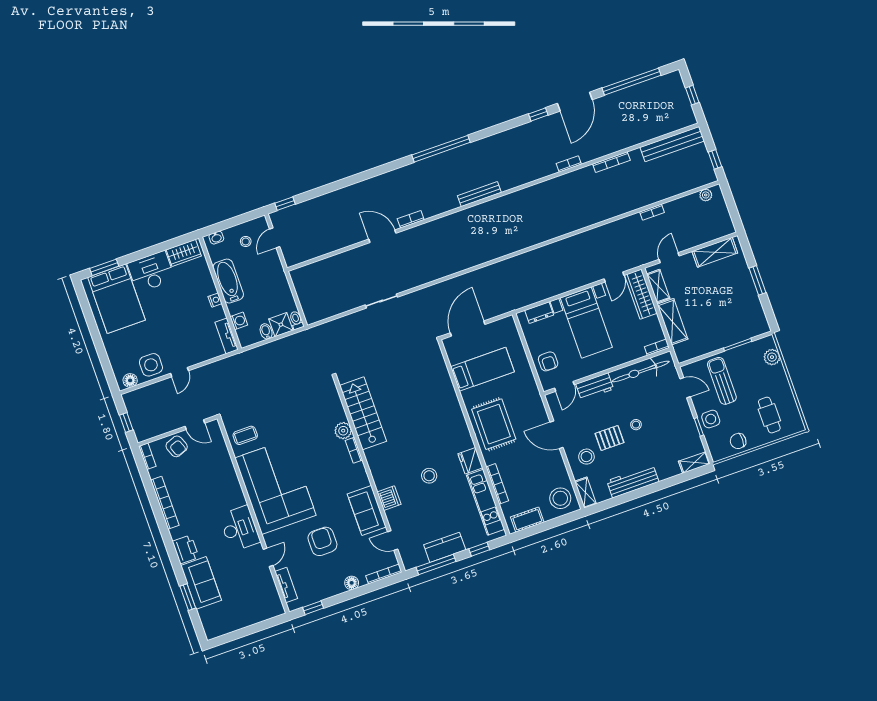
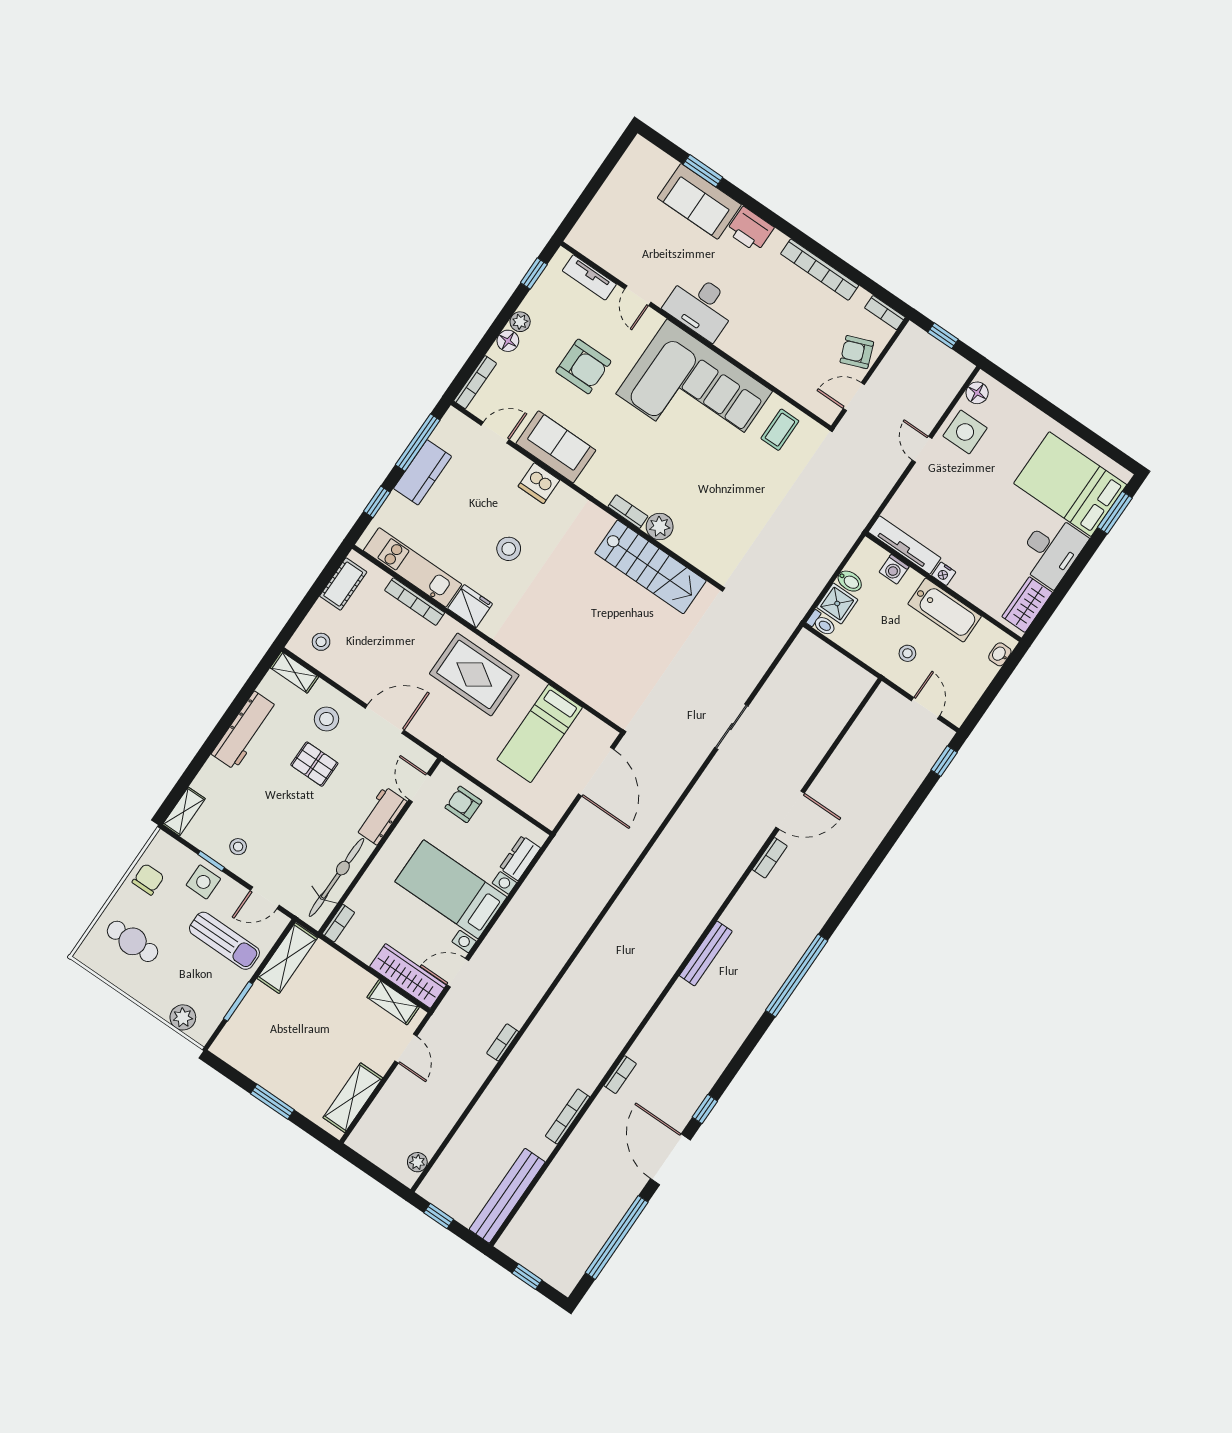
bookcase: (652, 212) -> (503, 1042), moved
stool: (246, 241) -> (907, 653), moved
door: (614, 277) -> (458, 973), hinge flipped
shelving: (673, 322) -> (287, 958), moved, turned 90
tv unit: (227, 336) -> (905, 545), width x1.41
stool: (636, 425) -> (238, 847), moved
pallet: (610, 438) -> (314, 764), turned 90
stool: (560, 498) -> (321, 642), width x0.53, depth x0.53
plant: (338, 588) -> (520, 322), added

